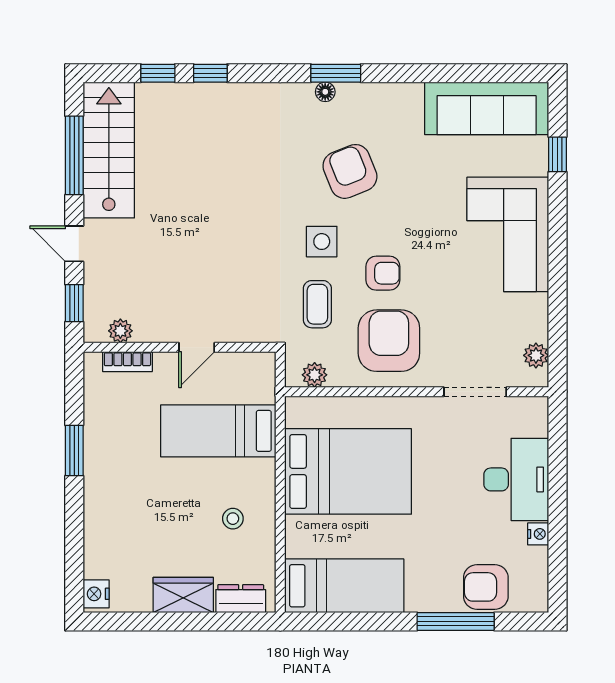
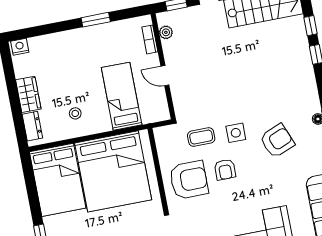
plant: (315, 375) -> (162, 143), removed
bed: (348, 471) -> (113, 171), width x1.36
bed: (344, 586) -> (58, 180), width x1.50

